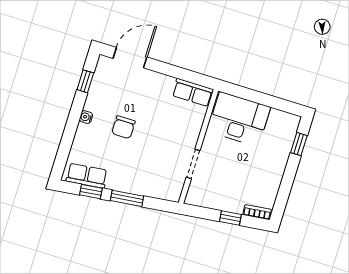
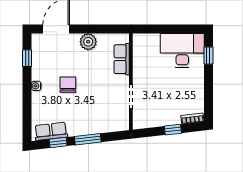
plant: (163, 84) -> (88, 42), added
row of seats: (193, 92) -> (122, 59), moved, turned 90
desk: (239, 119) -> (182, 51), moved
chair: (123, 127) -> (68, 85), turned 180

